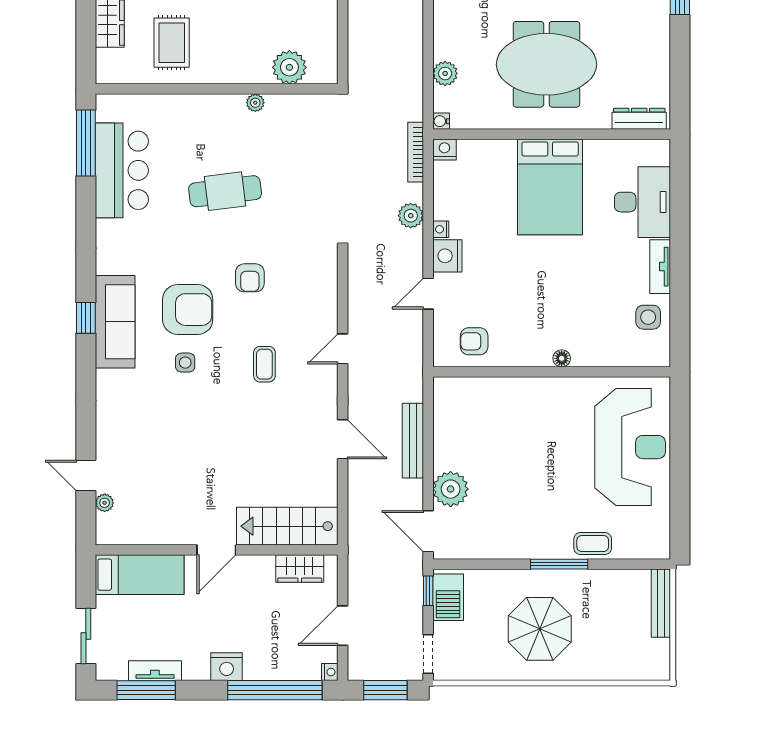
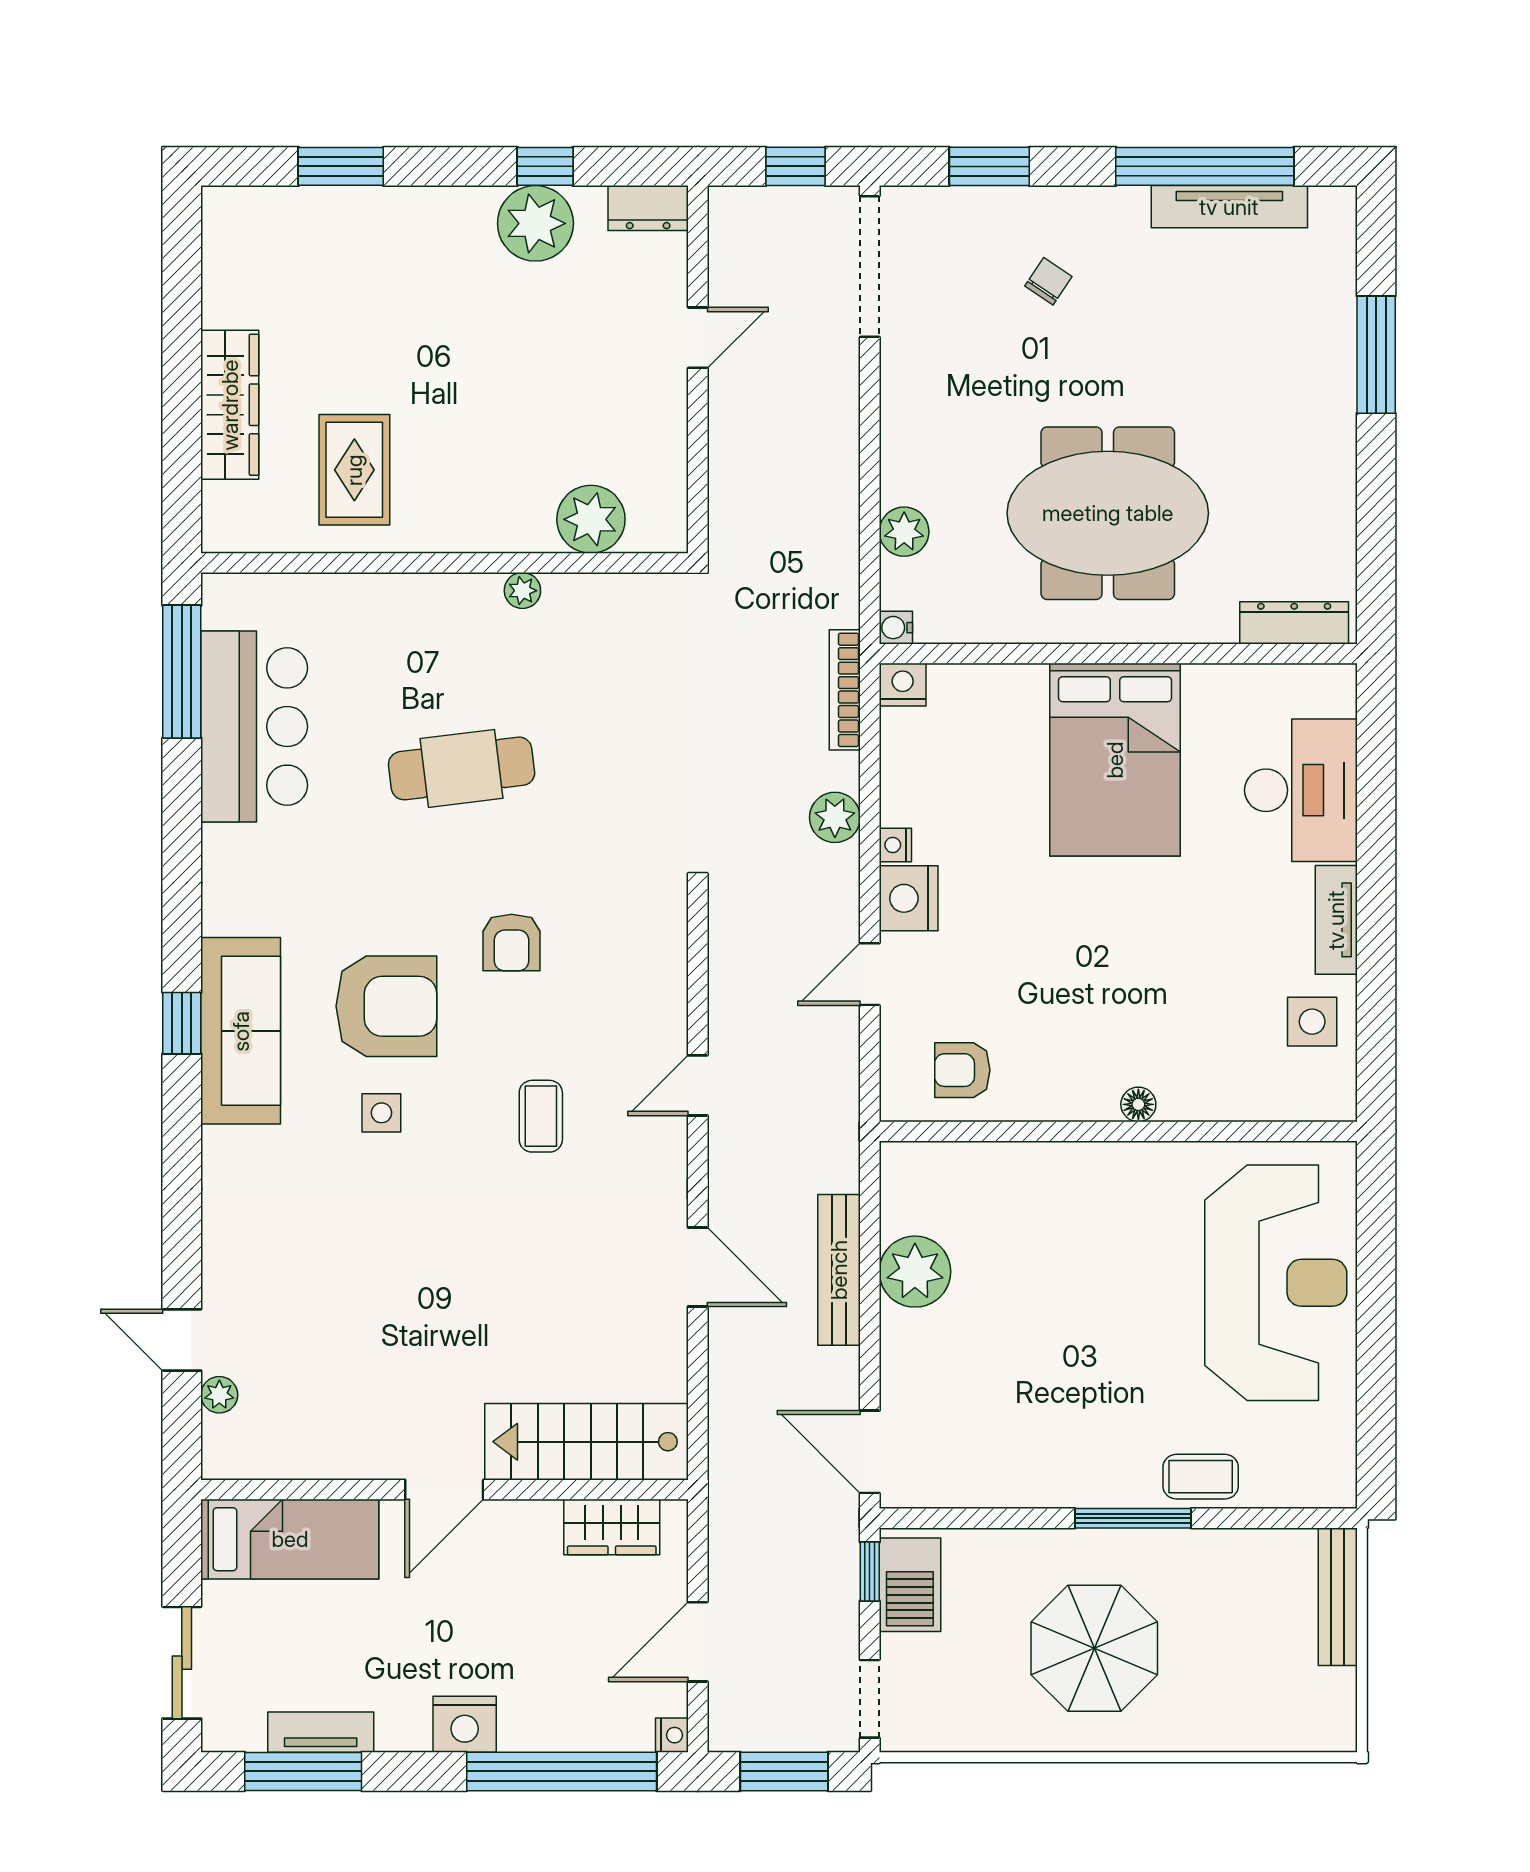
plant: (451, 489) -> (915, 1272), moved

